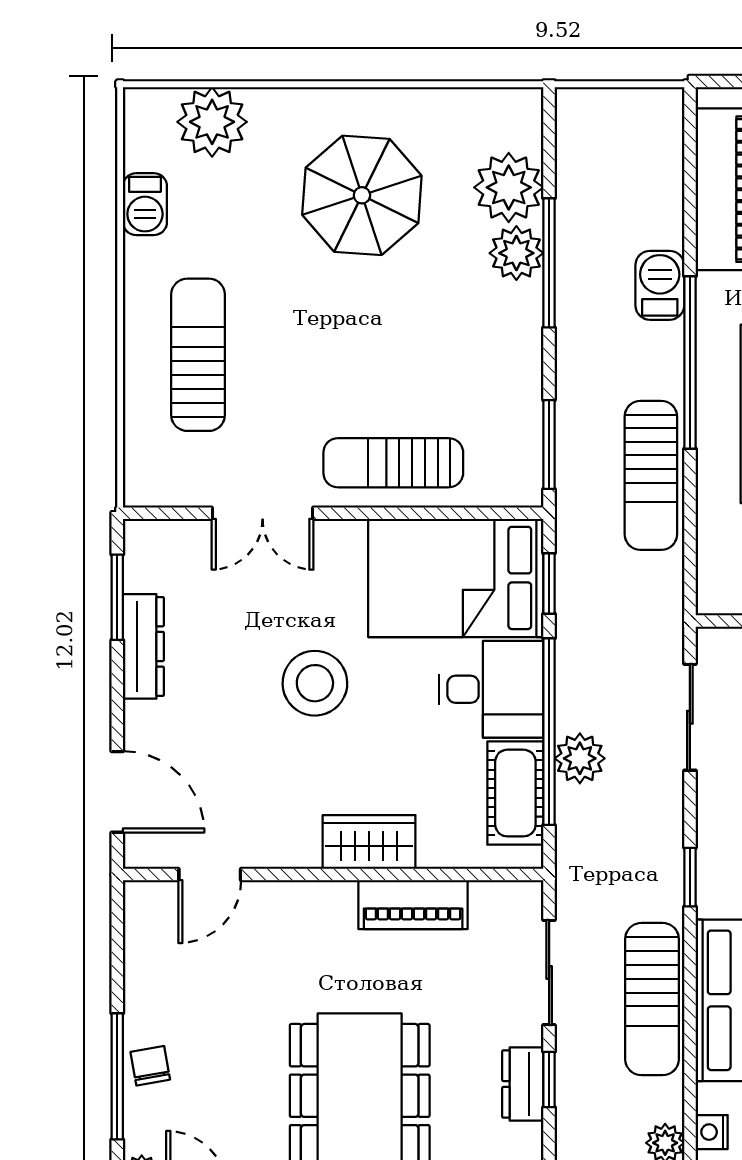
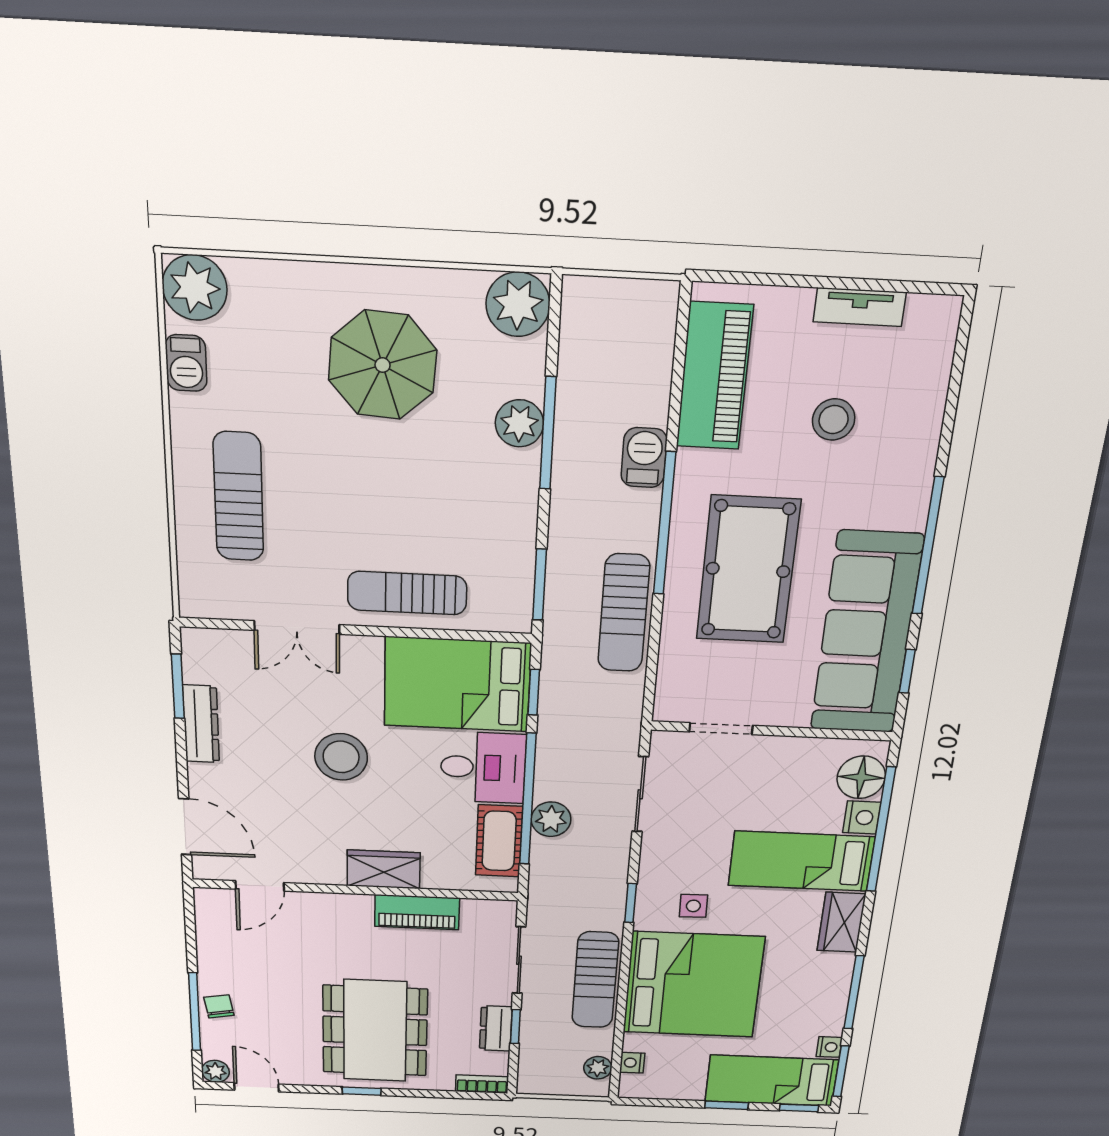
plant: (212, 122) -> (195, 288), moved
plant: (509, 187) -> (518, 304), moved

